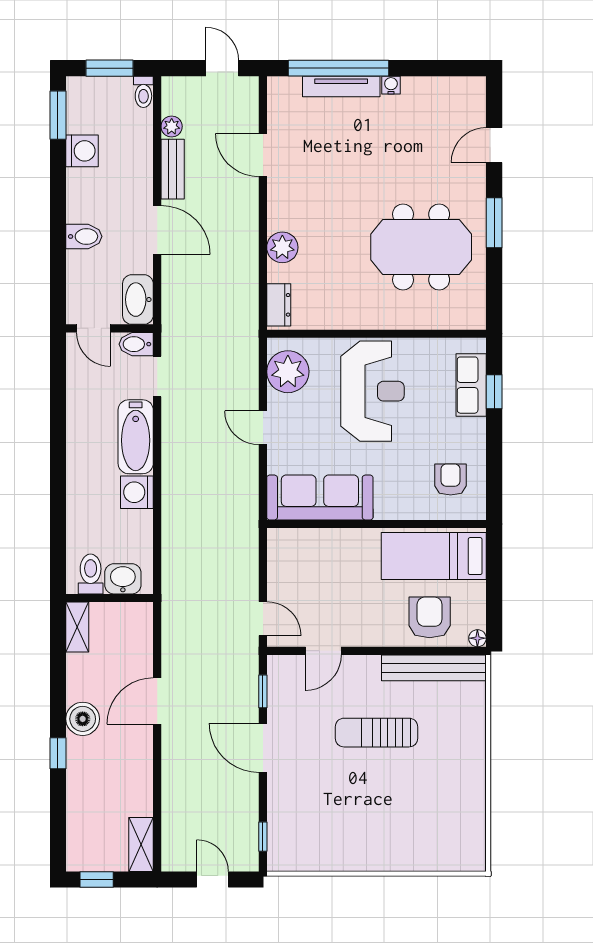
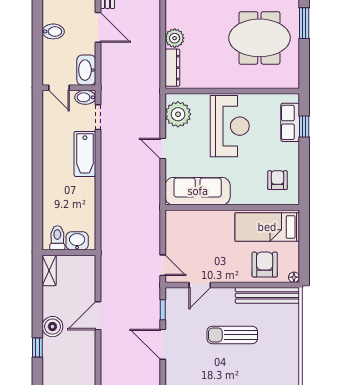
dresser: (279, 305) -> (172, 68), width x1.44
washing machine: (137, 492) -> (86, 188), removed

